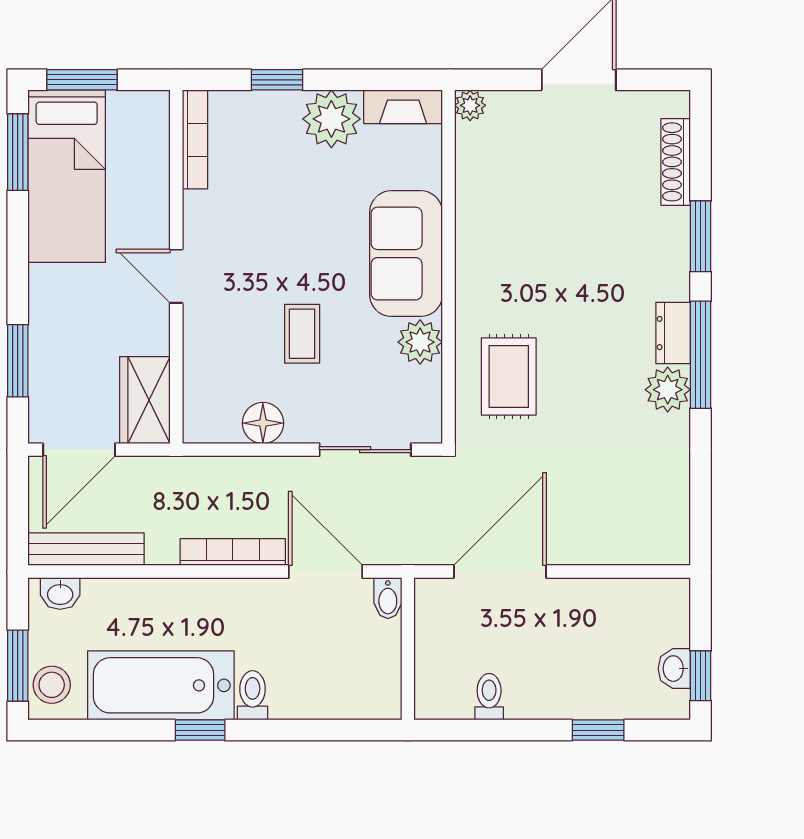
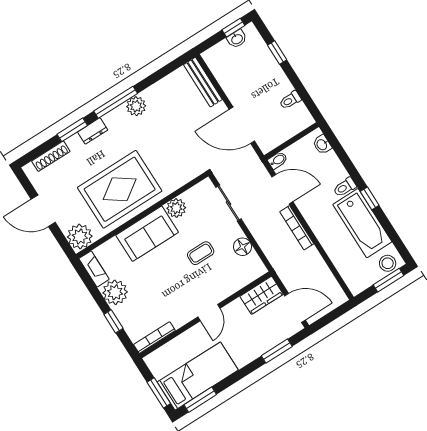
plant: (470, 105) -> (80, 237), width x1.88, depth x1.88
dresser: (673, 333) -> (93, 131), moved
rug: (509, 376) -> (120, 189), moved, width x1.86, depth x2.06
bench: (86, 549) -> (203, 82), moved
door: (326, 572) -> (282, 189), swing flipped
washbasin: (60, 594) -> (322, 145), moved, turned 180

